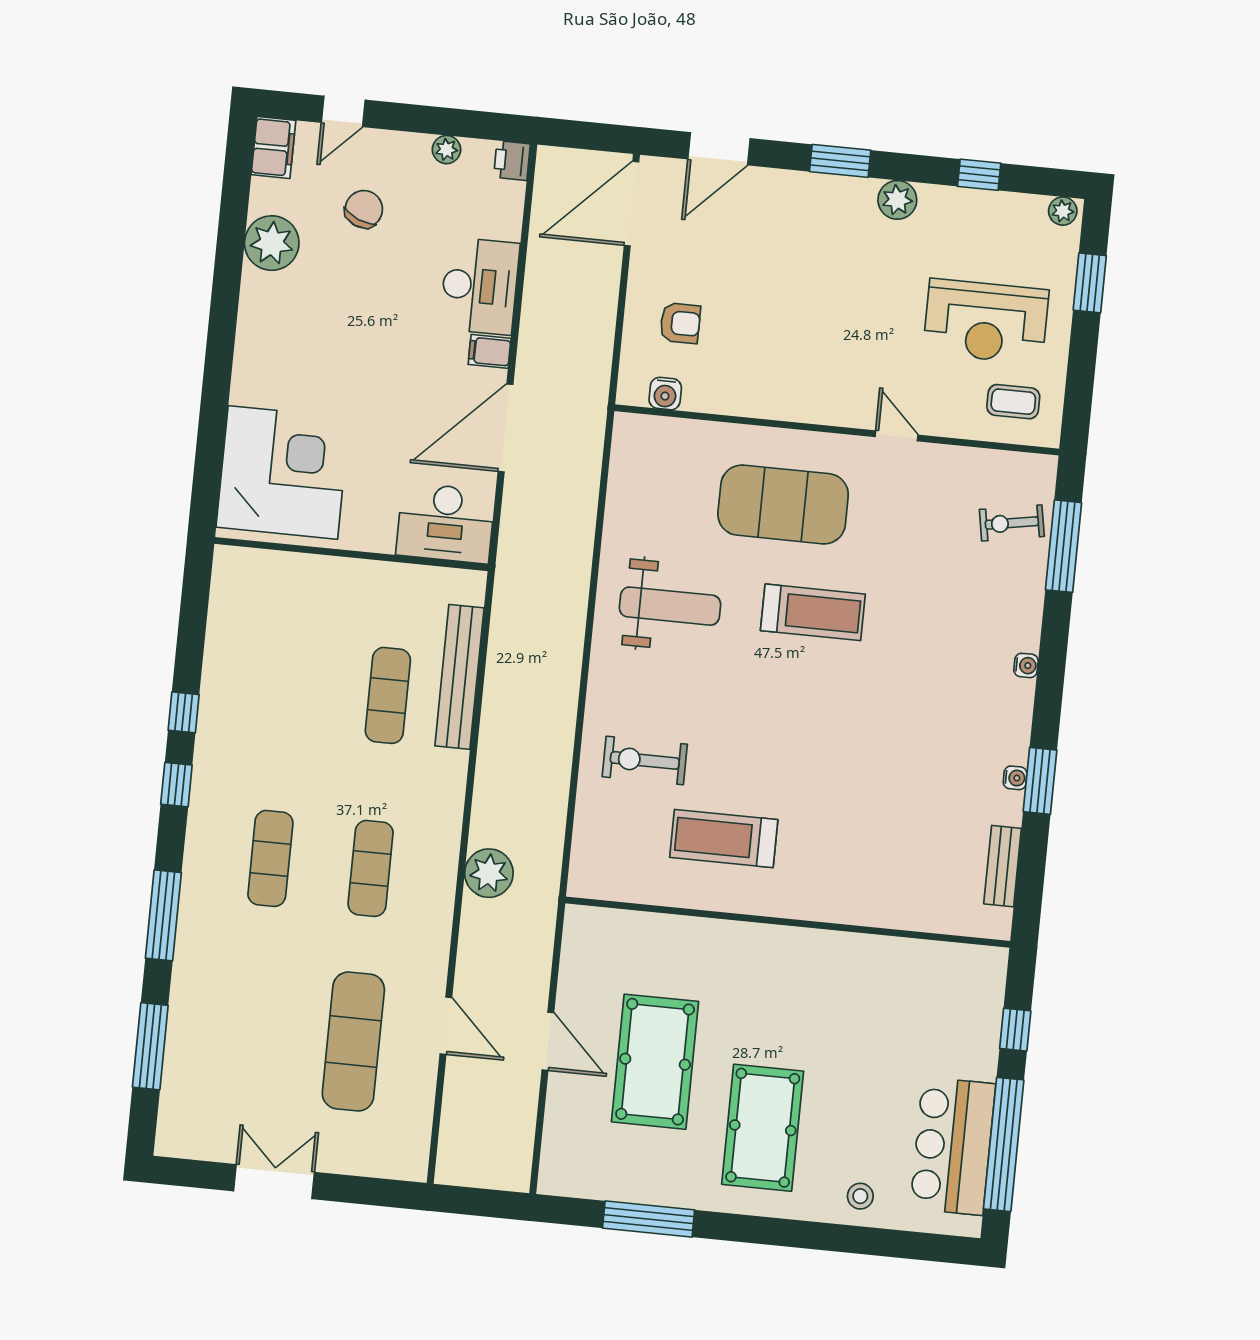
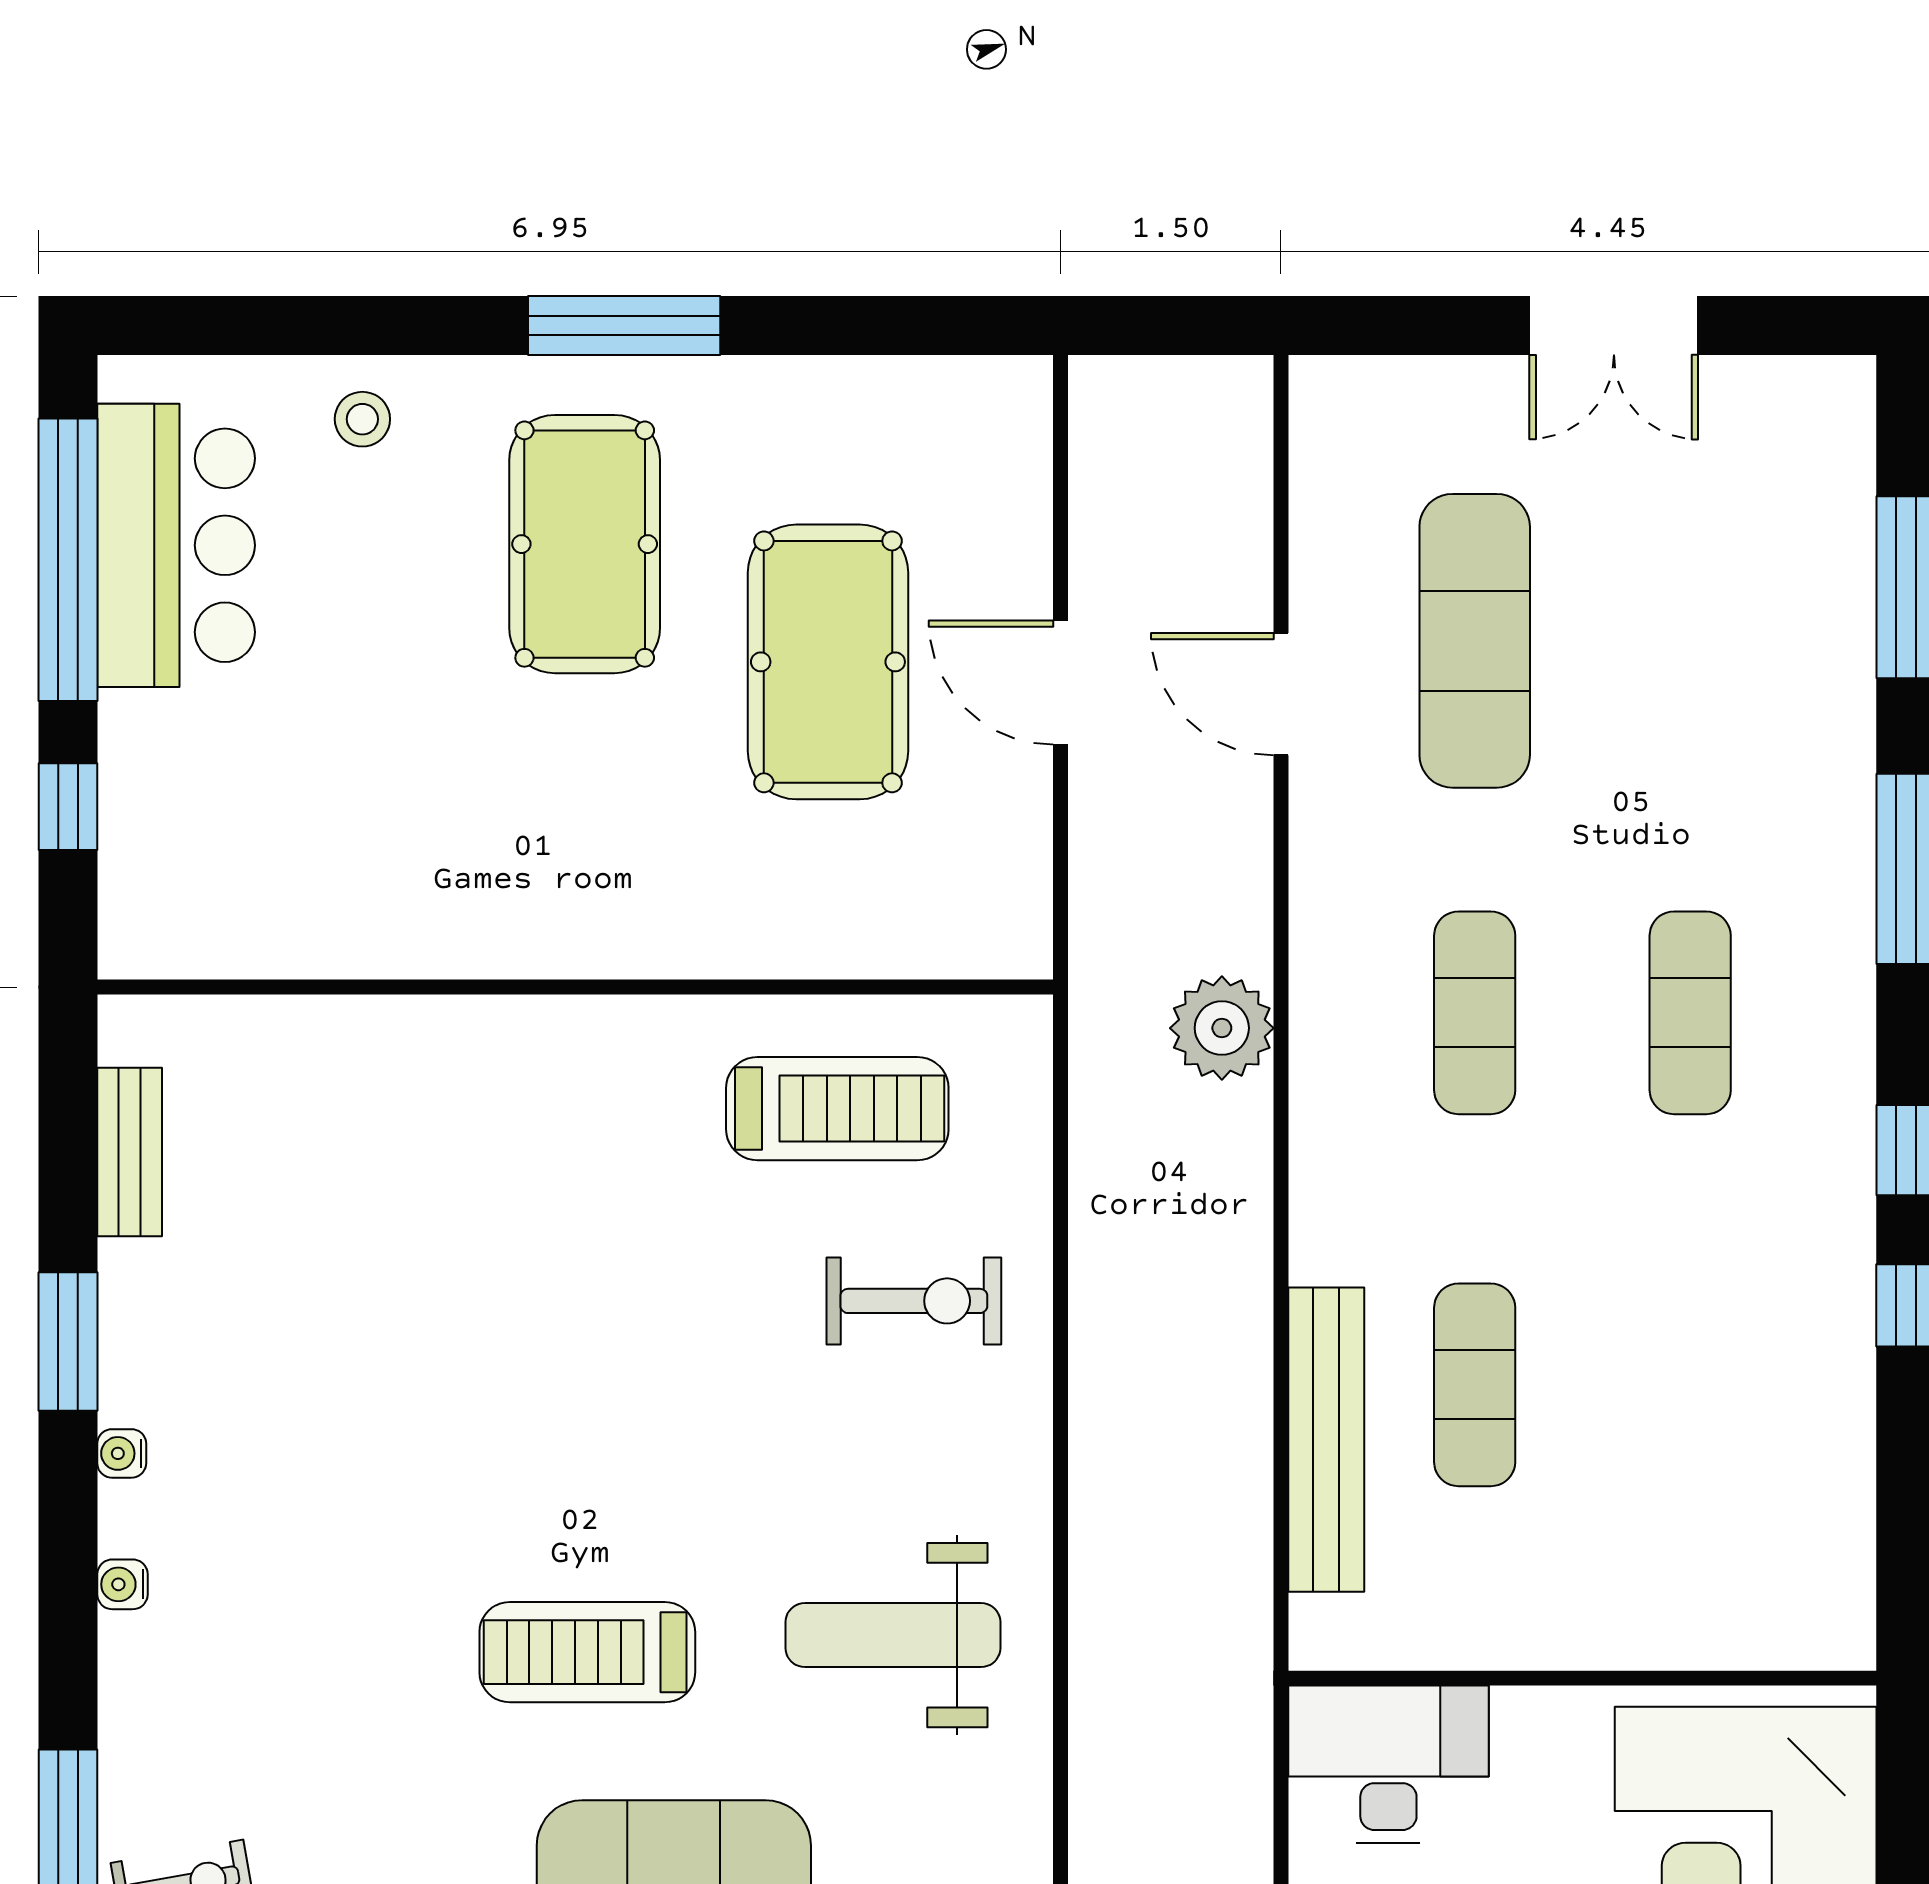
water cooler: (1015, 778) -> (122, 1453), moved
treadmill: (724, 838) -> (837, 1109), moved
window: (649, 1219) -> (624, 325), moved

